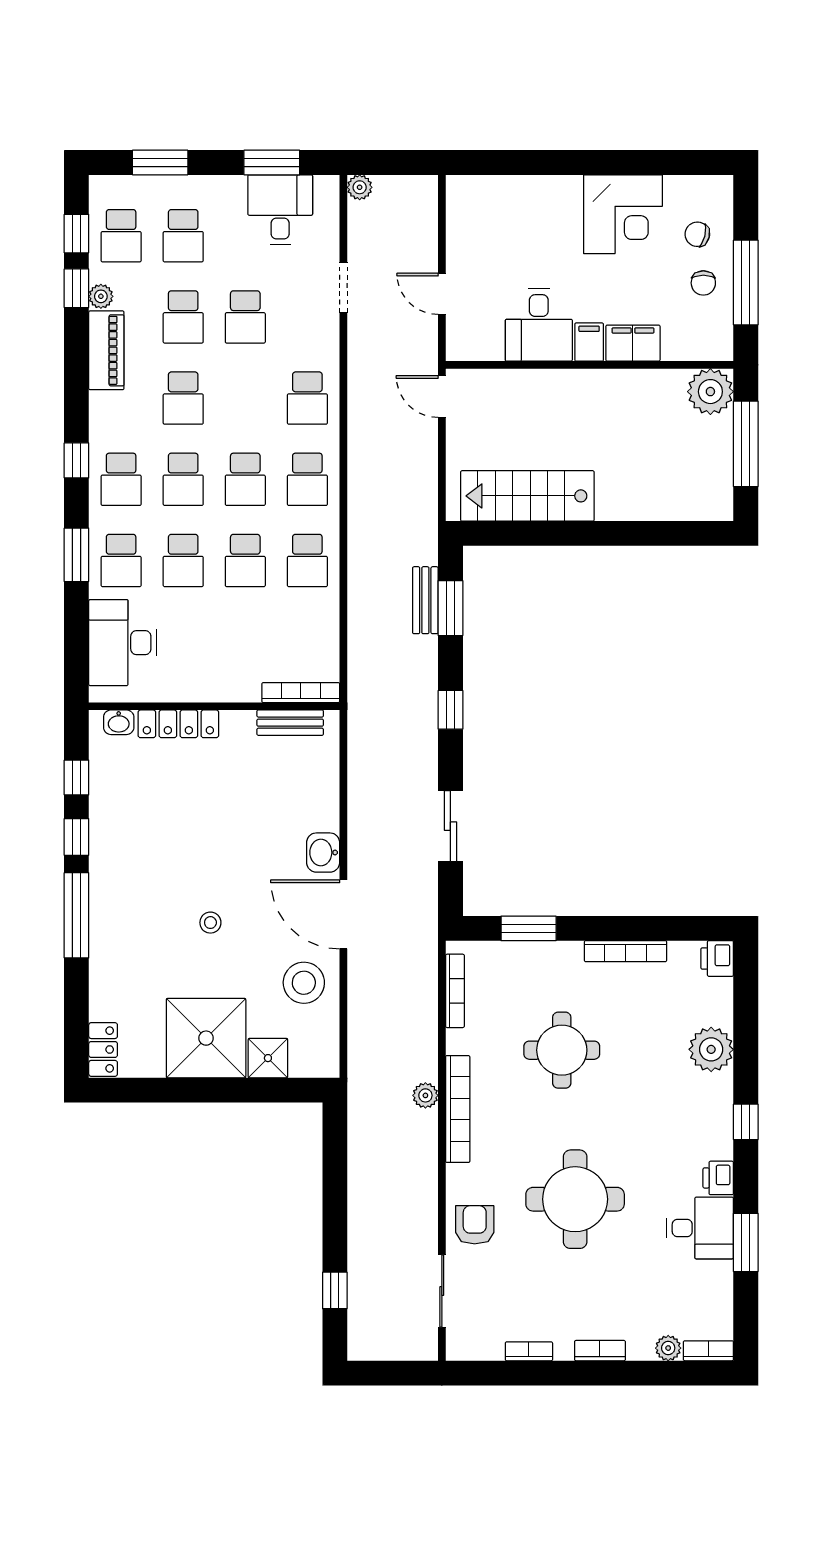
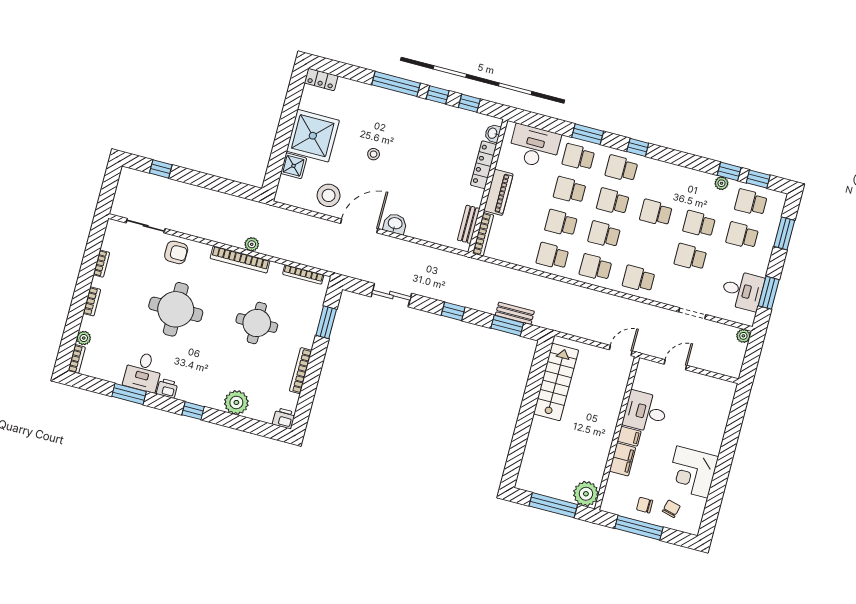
piano: (106, 350) -> (498, 192), moved, turned -90

